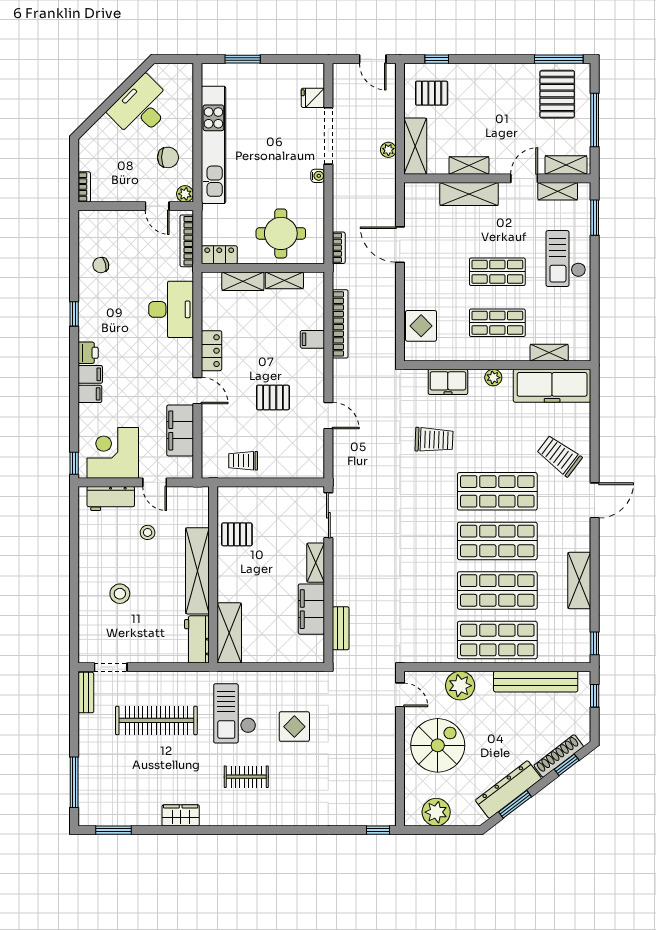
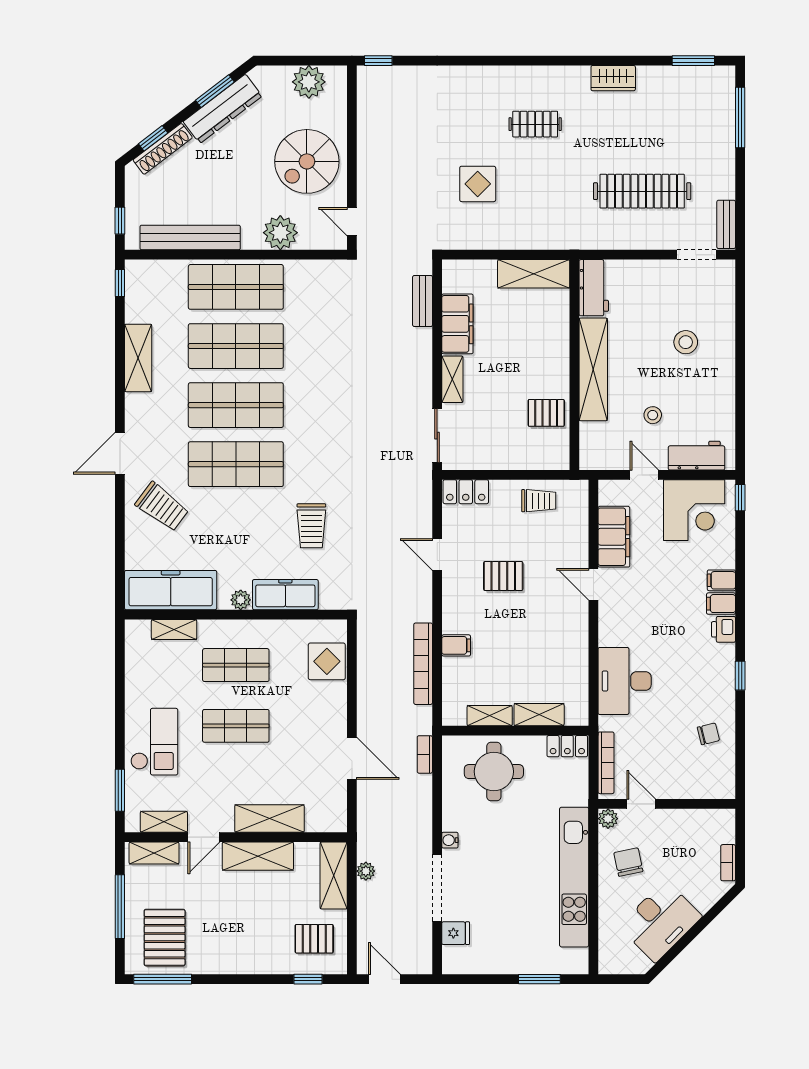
chair: (168, 157) -> (628, 862), turned 78
shelving: (469, 165) -> (258, 856), width x1.50, depth x1.33
bookcase: (84, 187) -> (728, 863), moved
locker: (211, 351) -> (466, 492), moved, turned -90
freezer: (448, 382) -> (285, 595), width x1.40
trolley: (434, 440) -> (311, 526), turned -92
shelving: (229, 633) -> (534, 274), moved, turned 90
checkout: (235, 713) -> (549, 200), removed

